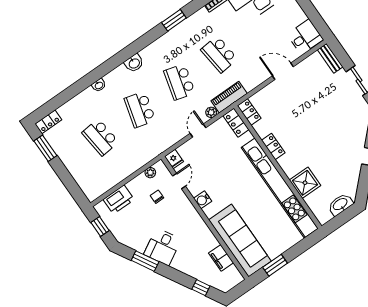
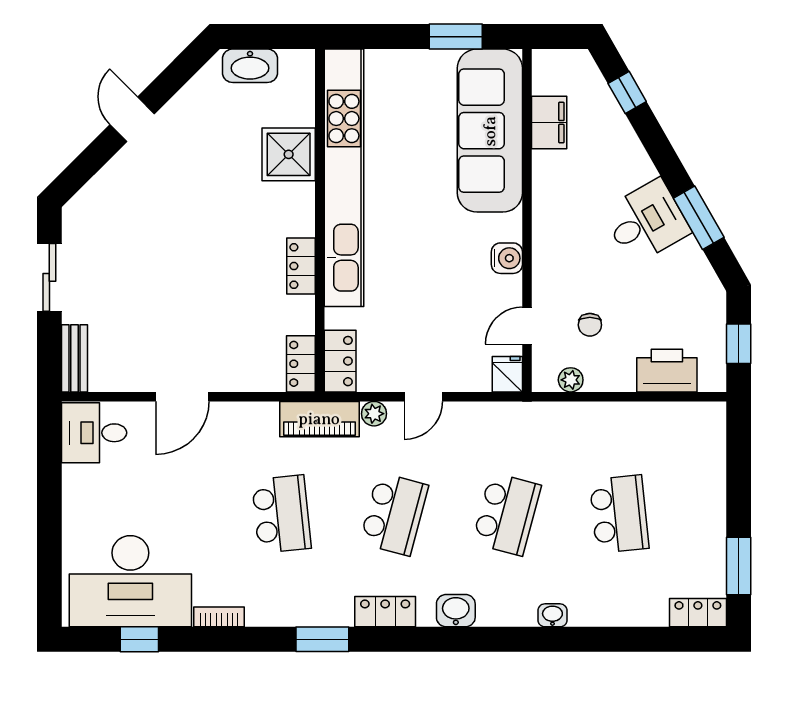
locker: (159, 45) -> (385, 612), added
door: (283, 71) -> (182, 397), hinge flipped

